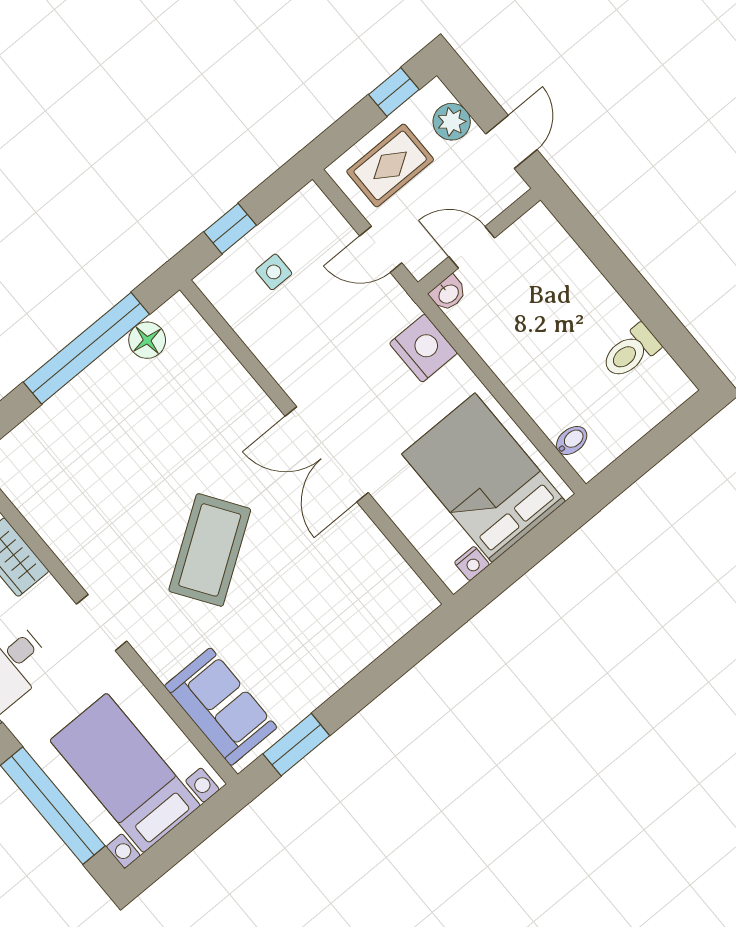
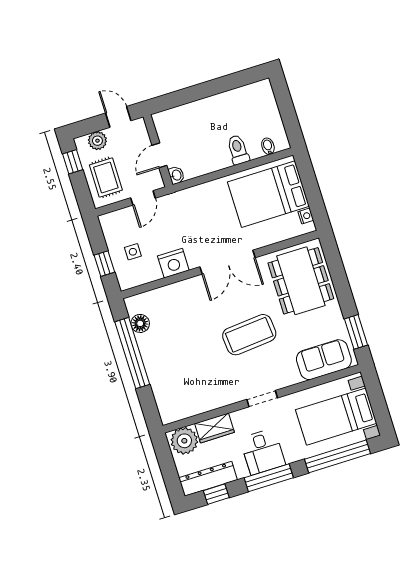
nightstand: (423, 348) -> (173, 263), moved, turned 180
toilet: (631, 352) -> (238, 150), moved, turned 180
coffee table: (210, 550) -> (249, 335), turned -61
dining table: (349, 604) -> (301, 281), added

